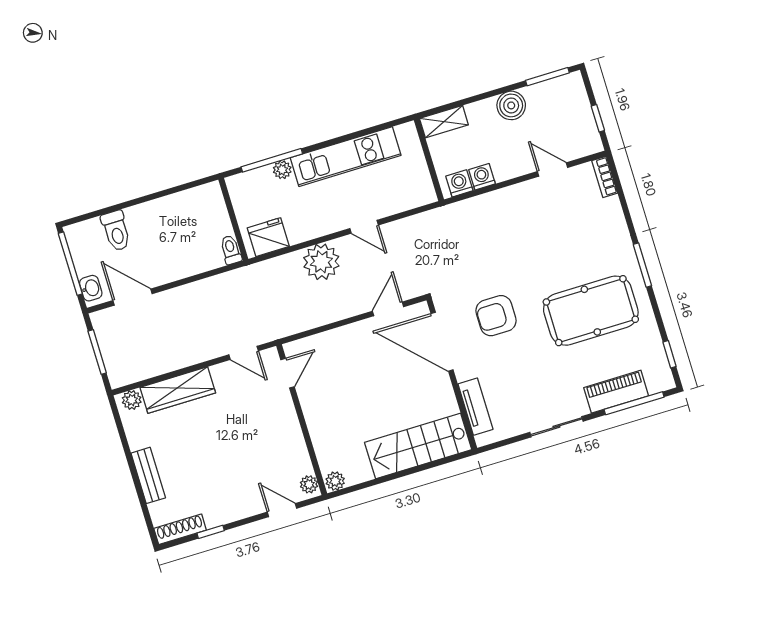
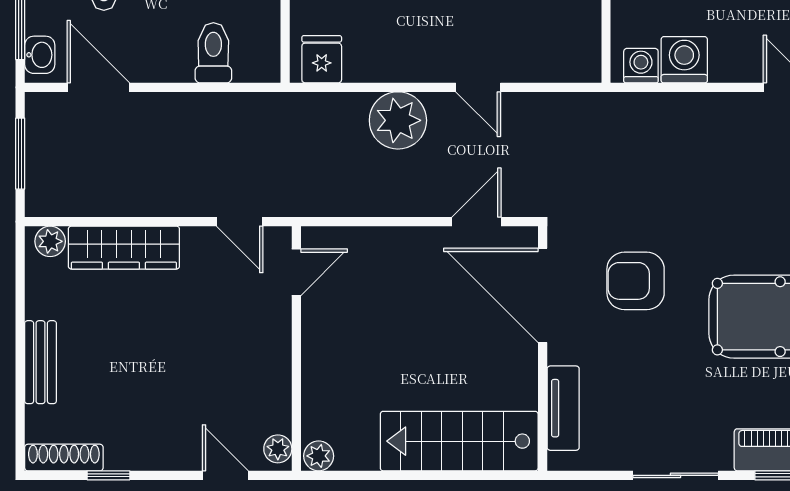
washing machine: (482, 177) -> (684, 60), width x1.38, depth x1.38
fridge: (268, 237) -> (322, 59), width x0.72
toilet: (231, 250) -> (213, 53), moved, width x1.37, depth x1.39

